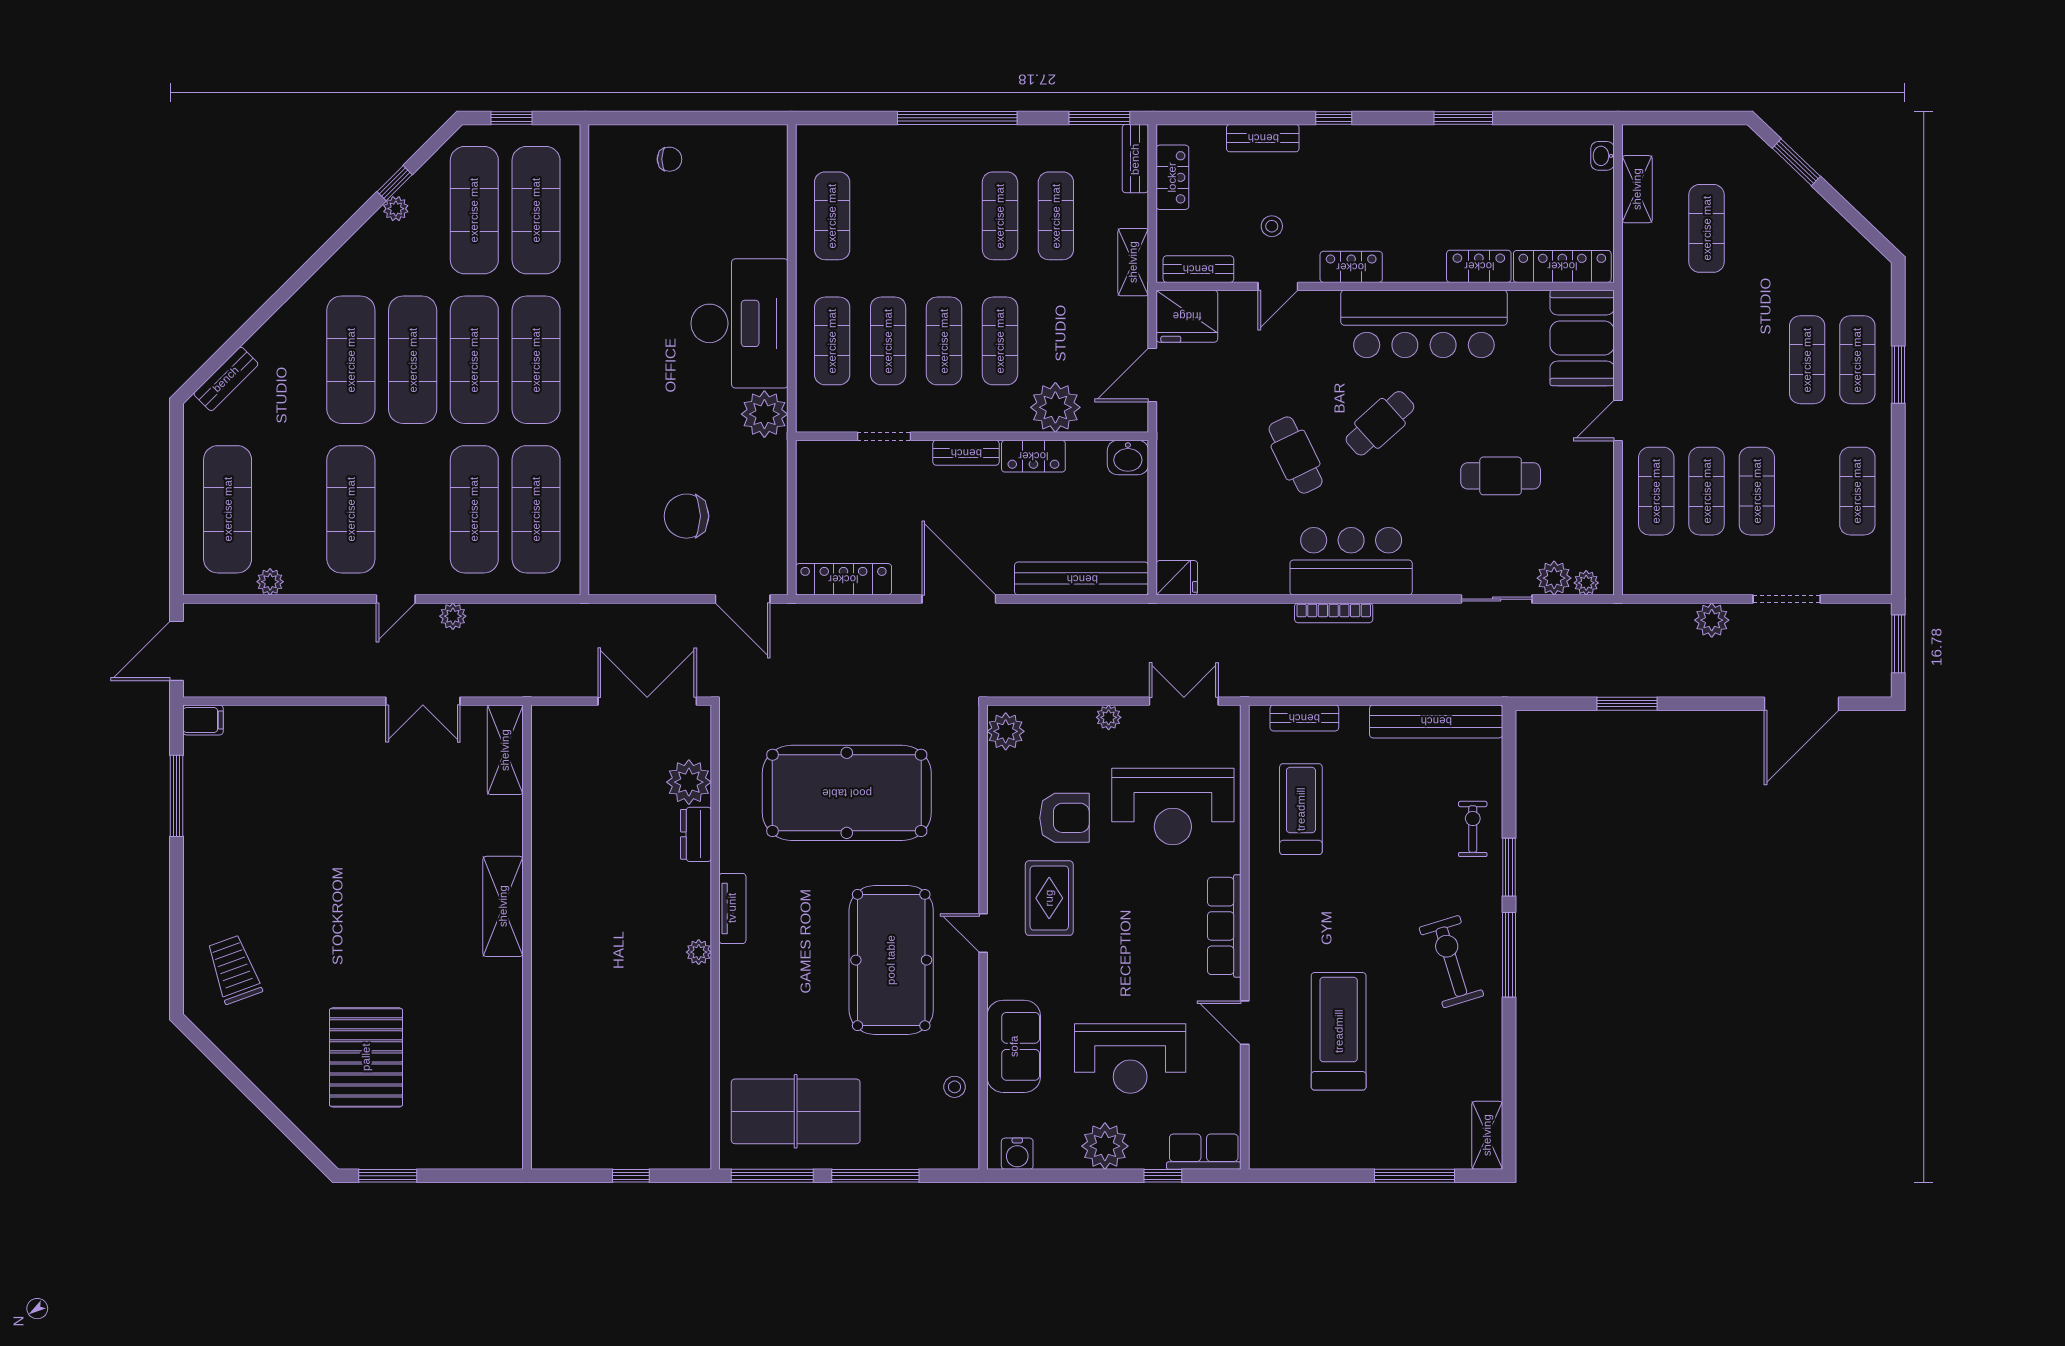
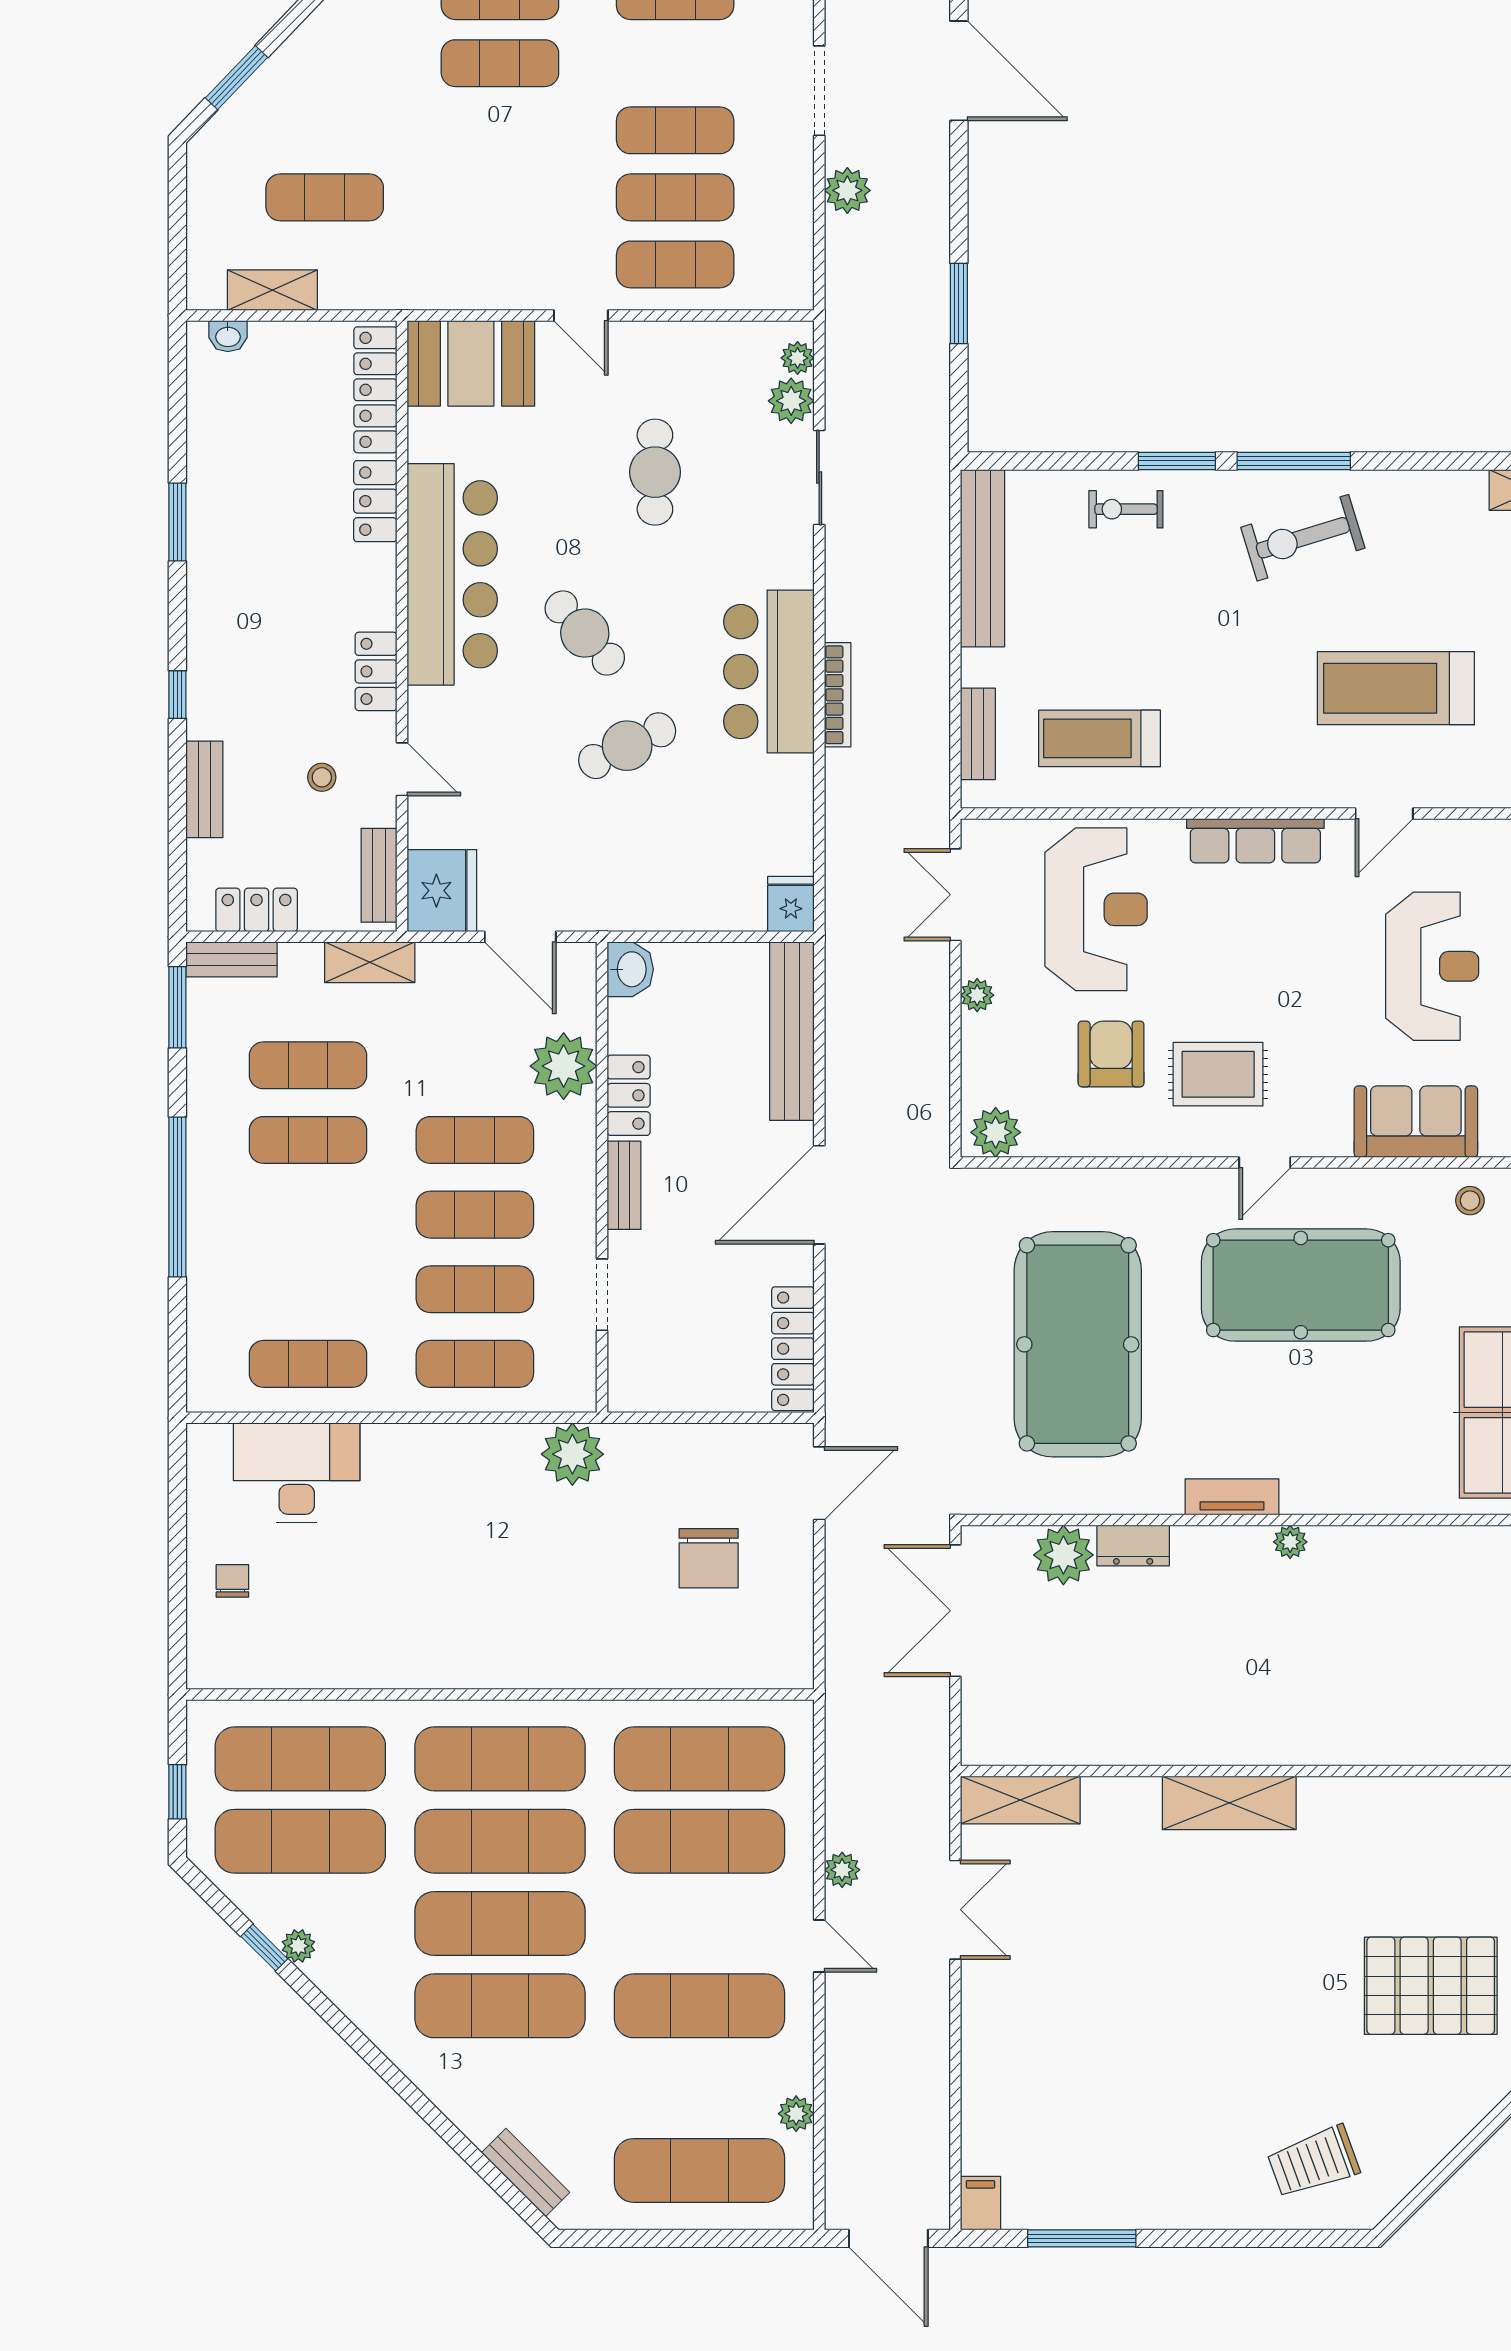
desk: (739, 323) -> (297, 1473), moved, width x0.73, depth x0.77

